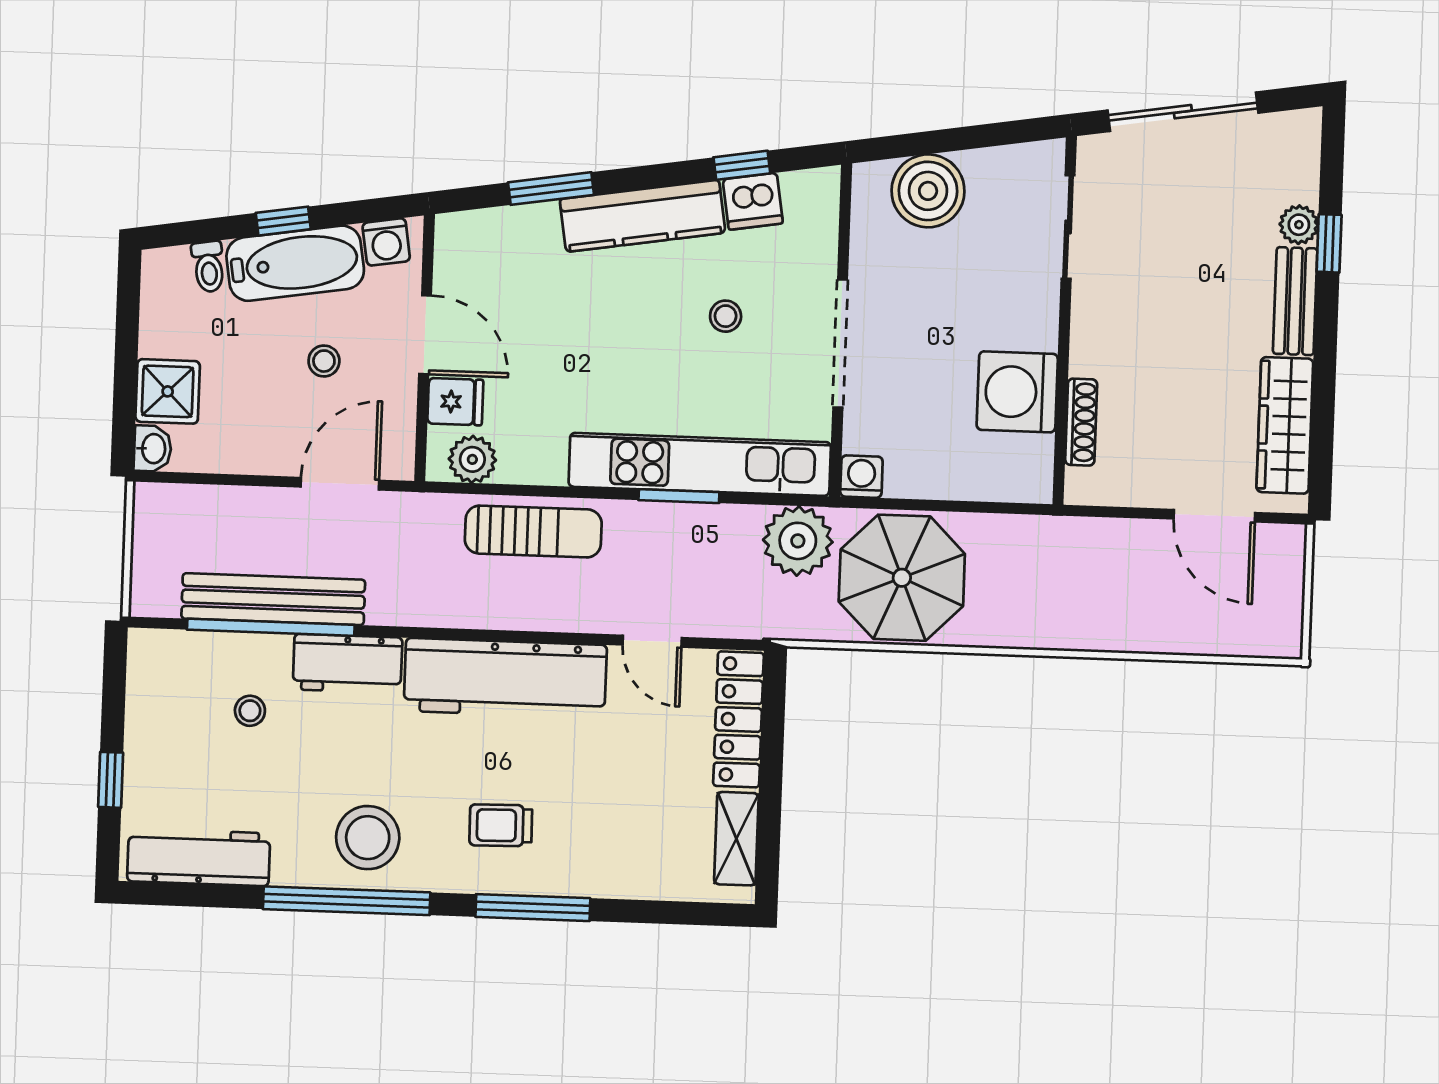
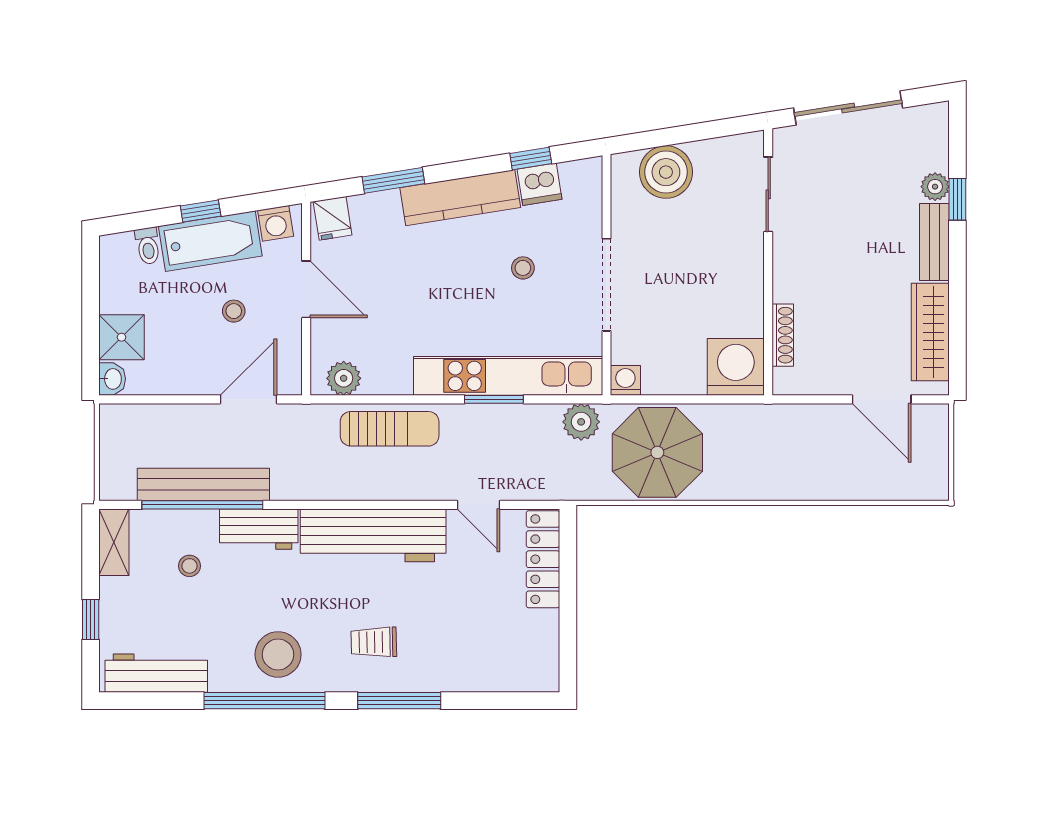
washing machine: (1017, 392) -> (736, 367), moved, turned 90
fridge: (455, 402) -> (333, 218), moved, turned 81
plant: (798, 541) -> (581, 422), width x0.73, depth x0.73
shelving: (736, 839) -> (114, 542), moved

